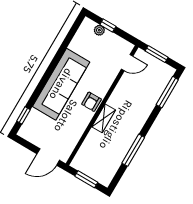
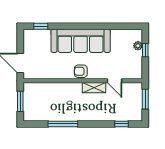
door: (127, 63) -> (115, 81), moved
window: (167, 92) -> (122, 124), width x0.46
shelving: (104, 118) -> (94, 88), moved

